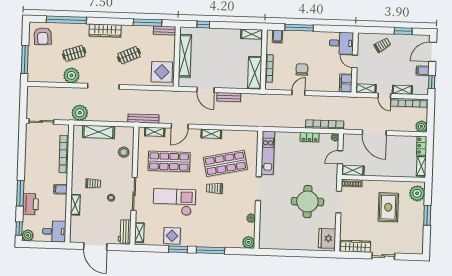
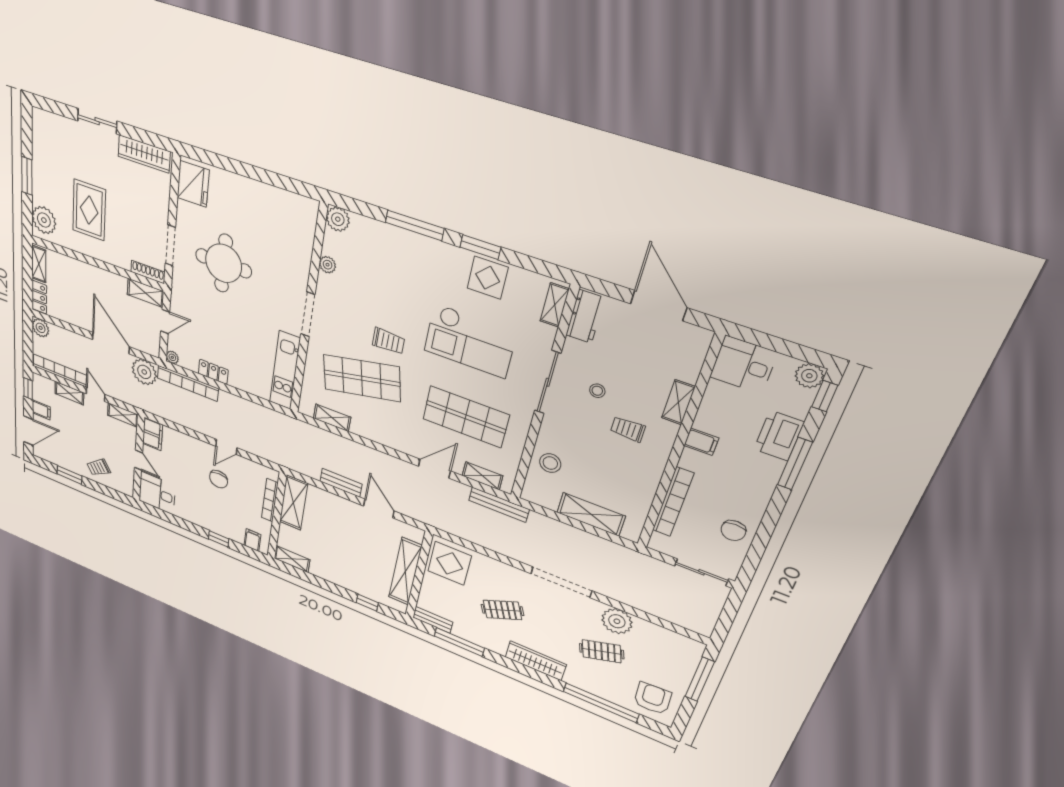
window: (299, 28) -> (219, 539), width x0.46
plant: (80, 113) -> (144, 372), moved
shelving: (211, 134) -> (332, 418), moved
chair: (34, 150) -> (733, 531), added

